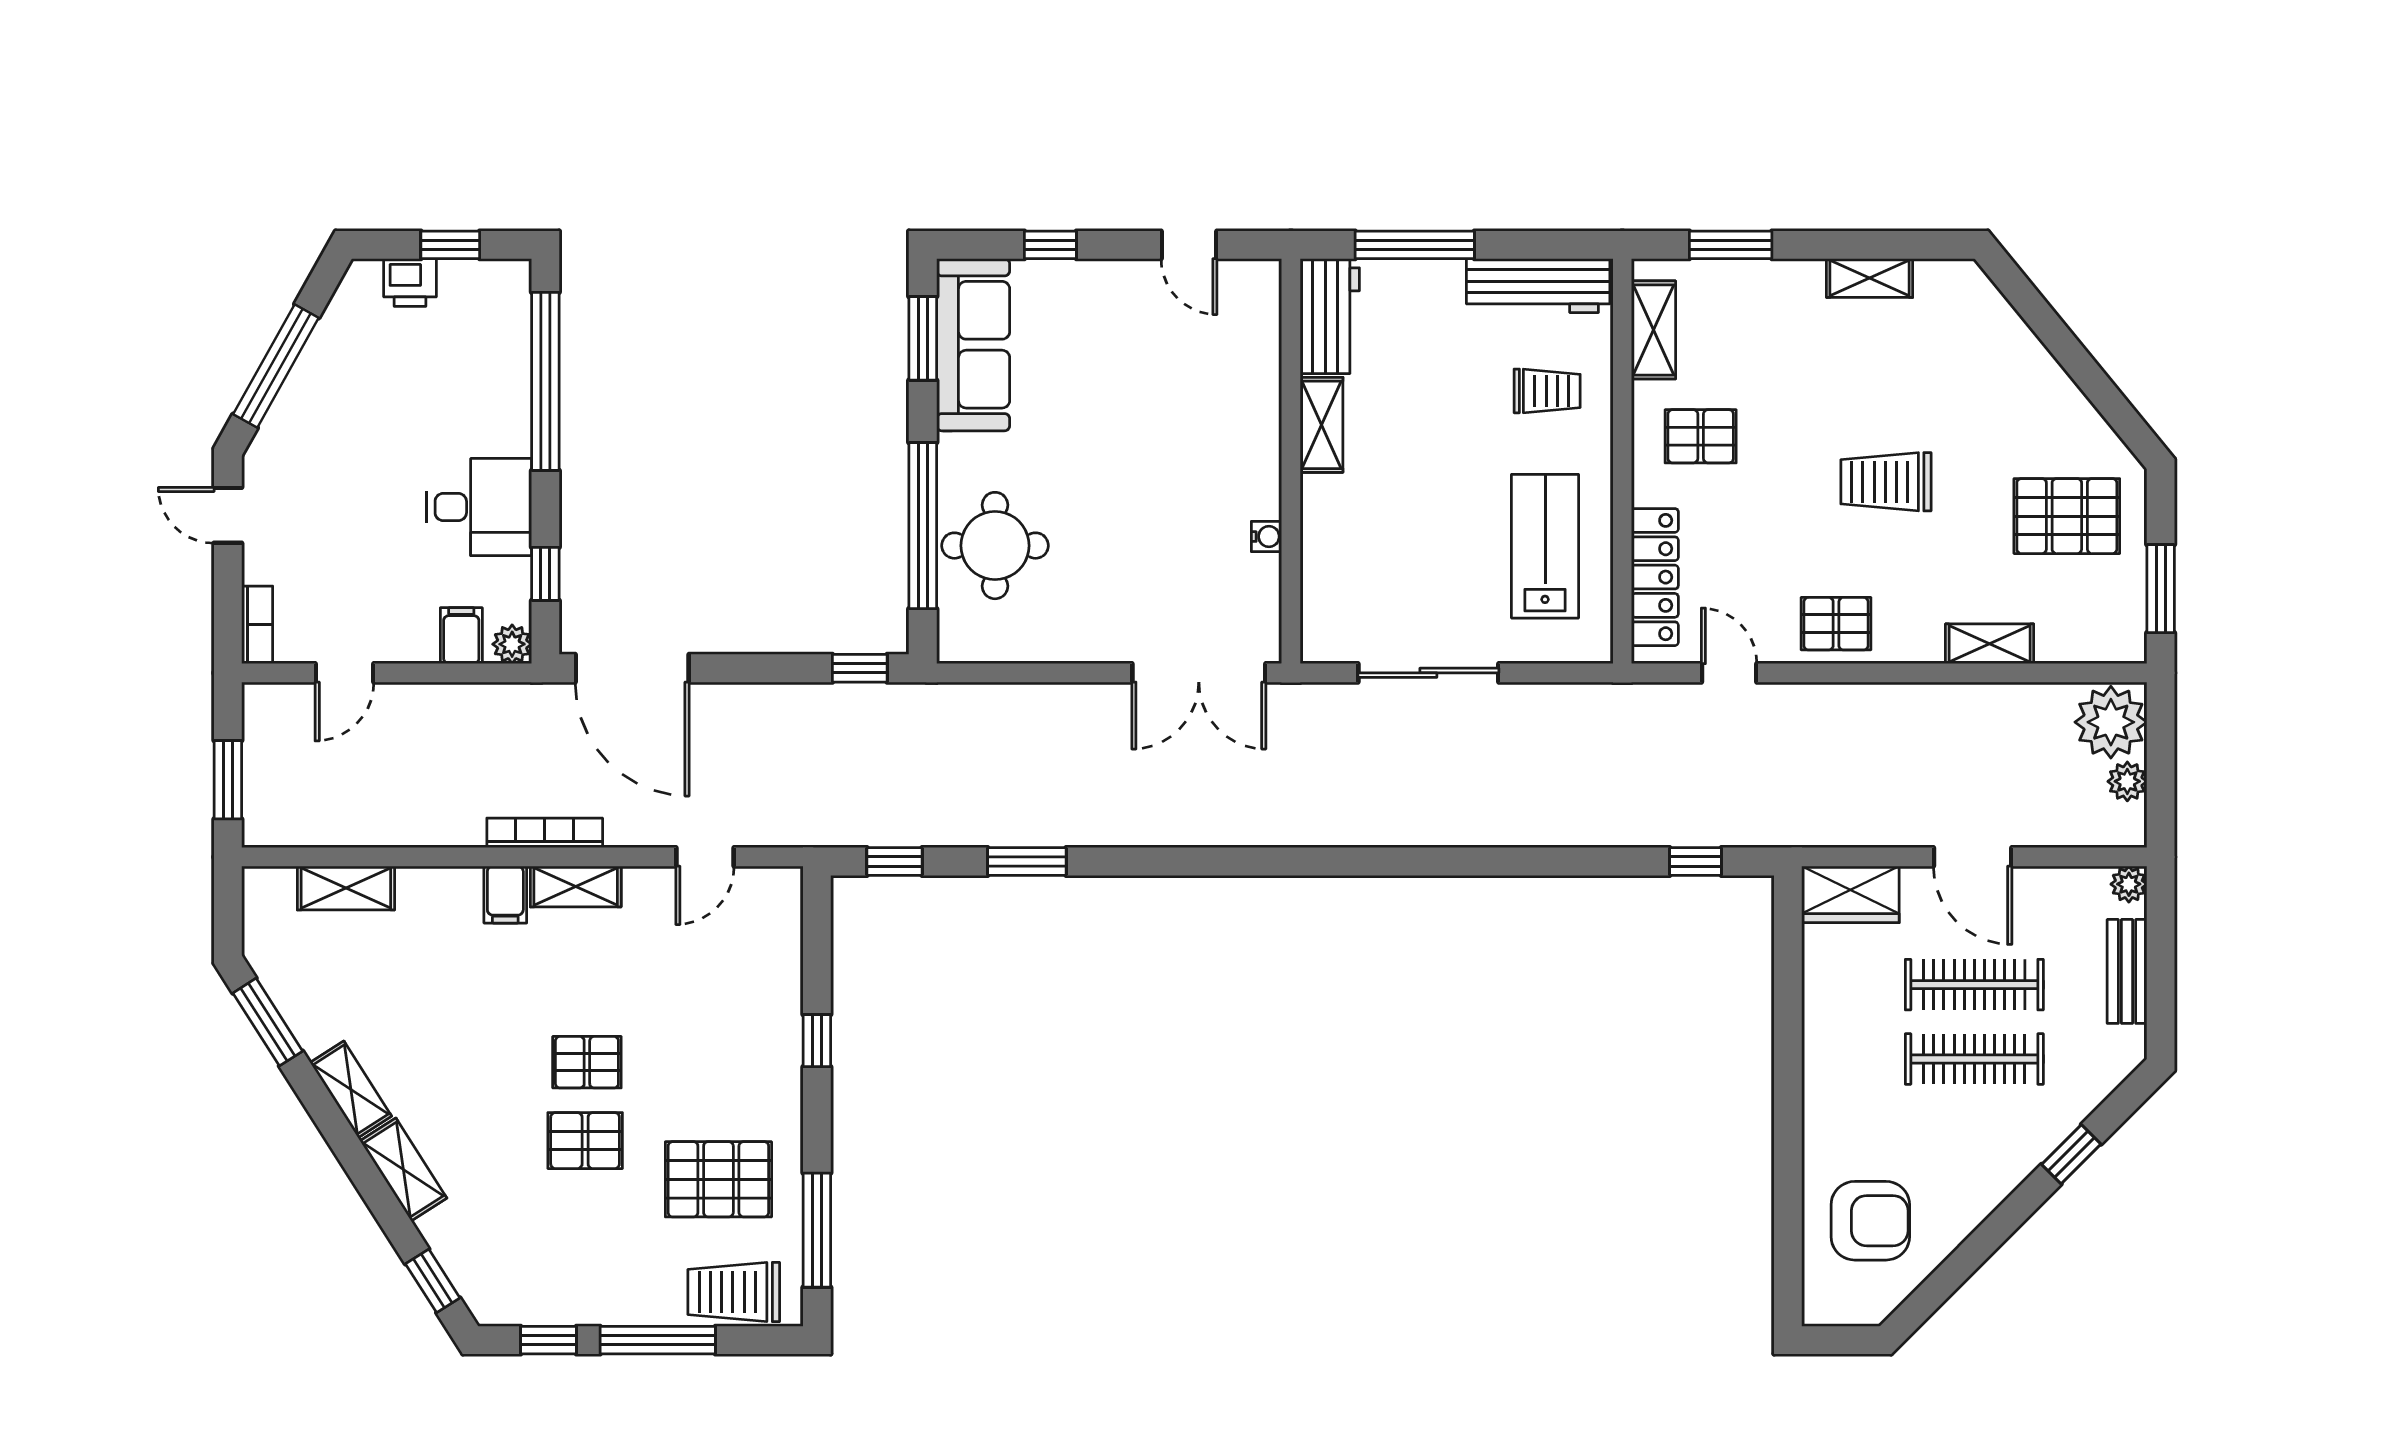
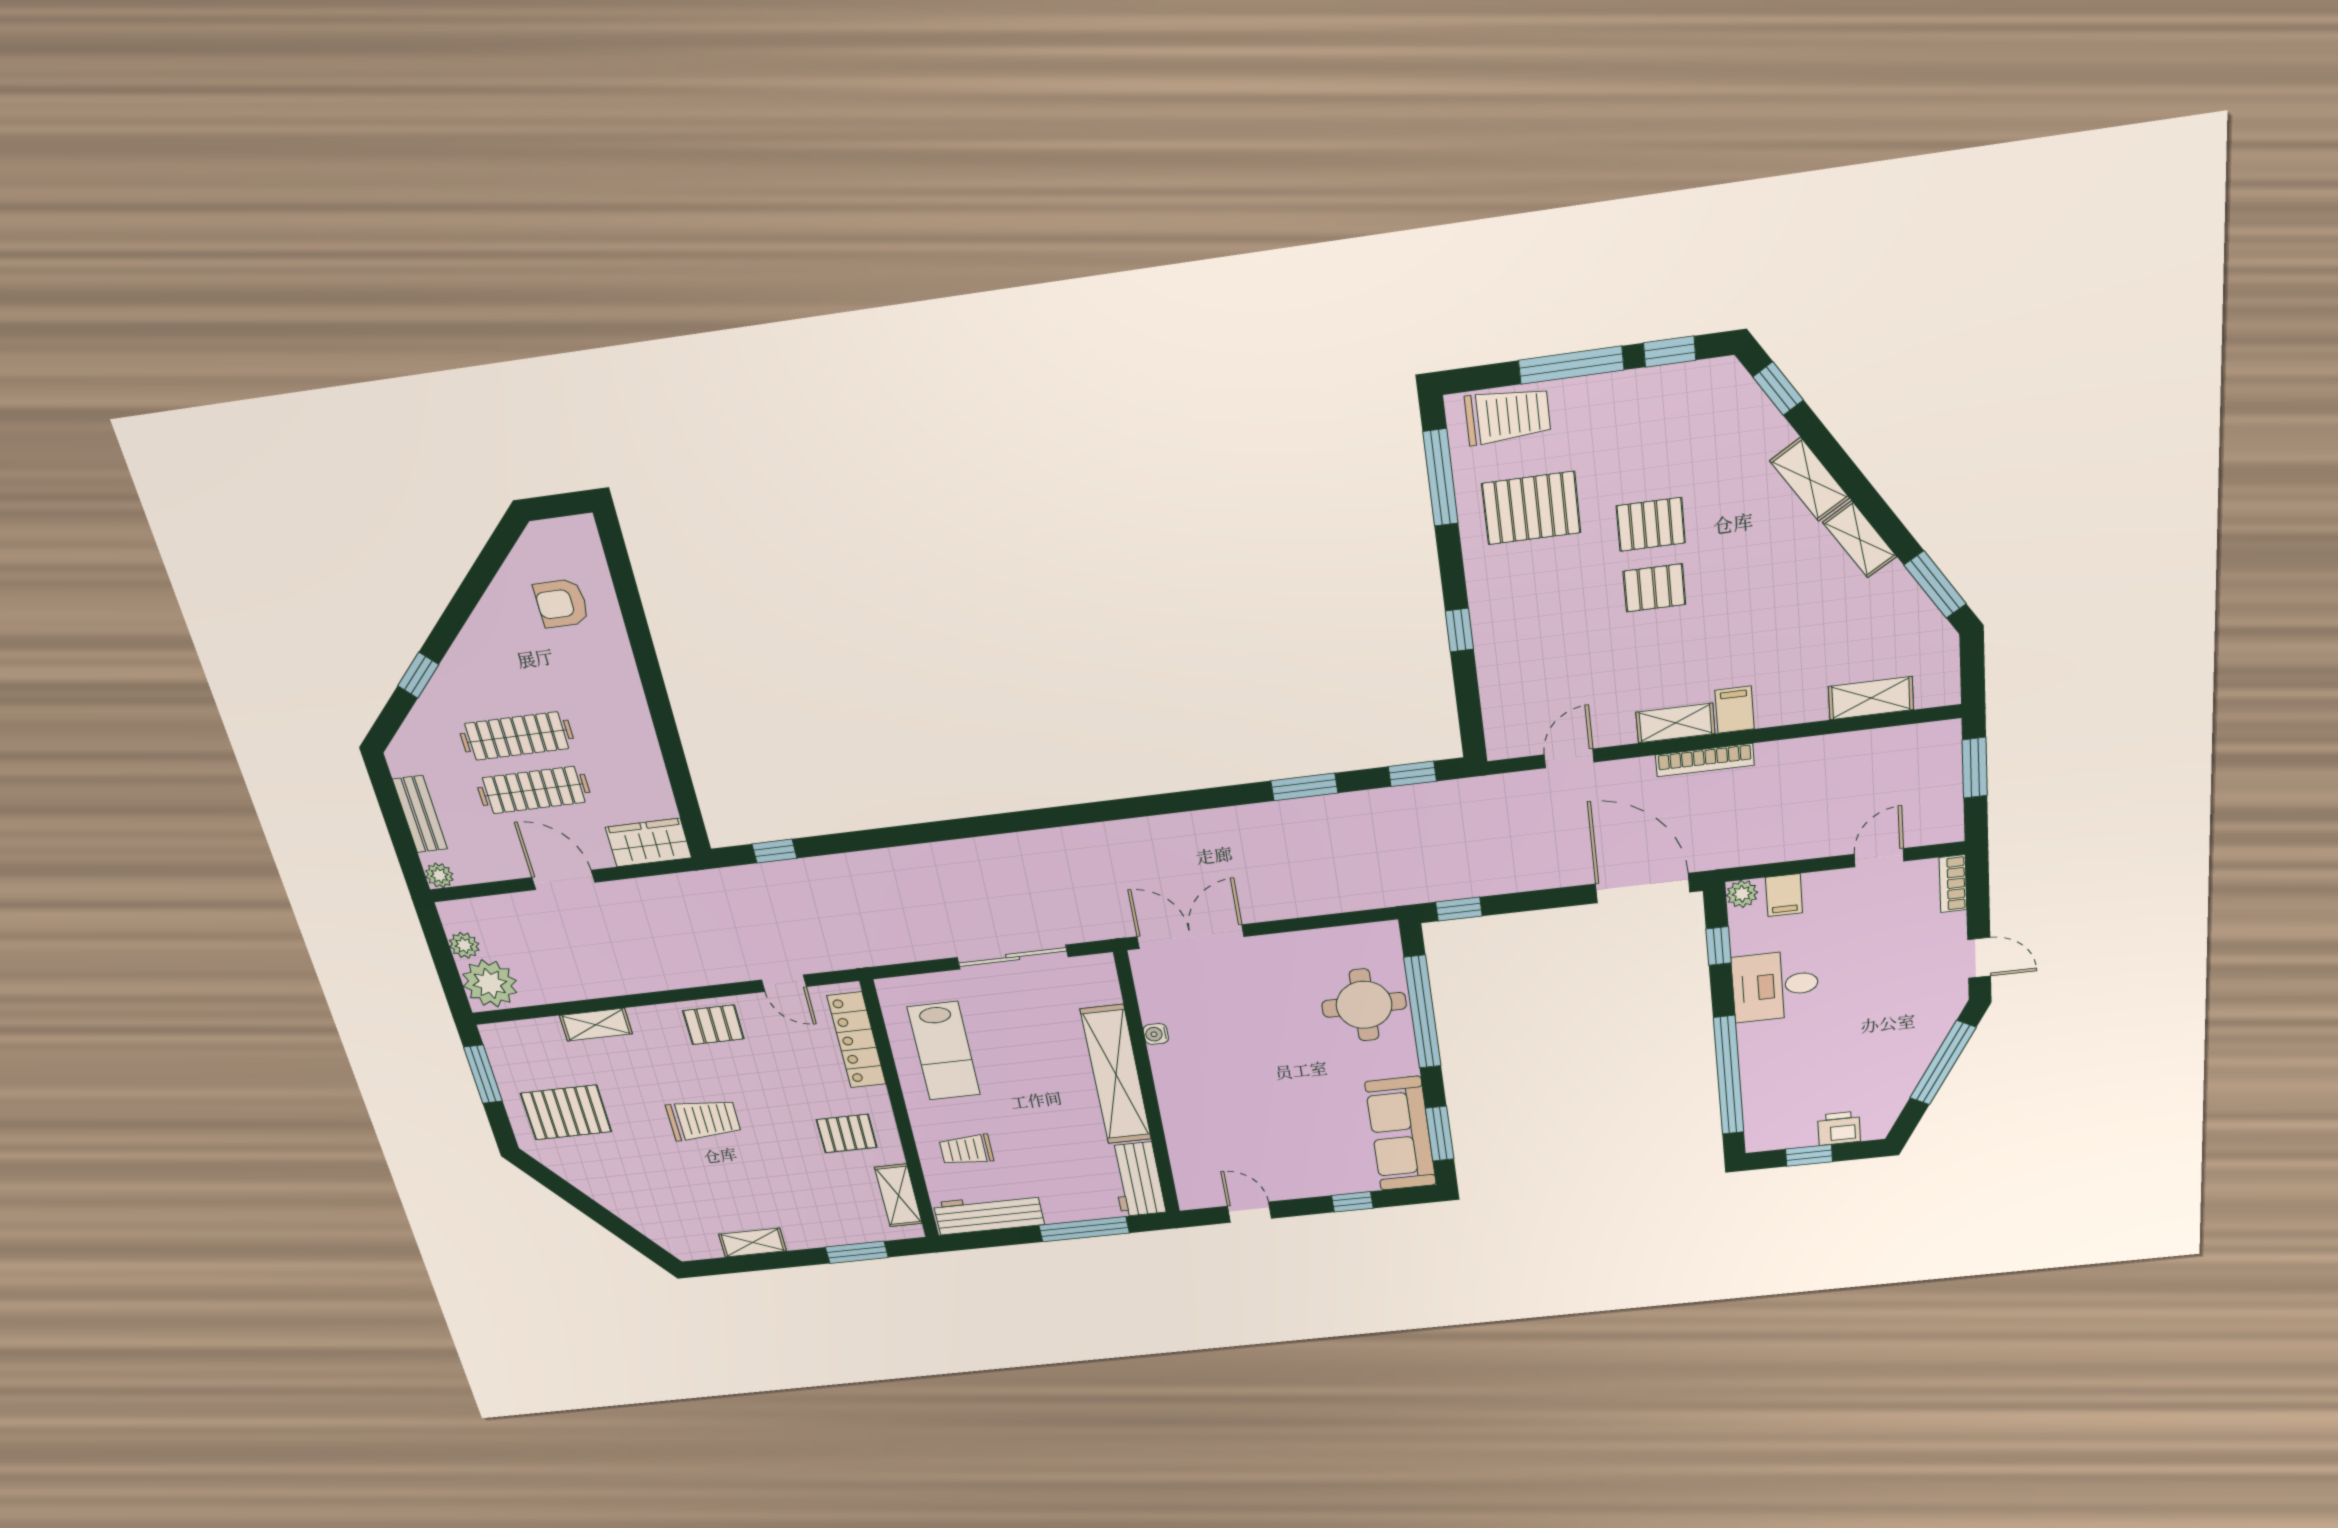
shelving: (1321, 425) -> (1116, 1075), width x2.20, depth x1.33
armchair: (1870, 1221) -> (561, 603), width x0.72, depth x0.72

